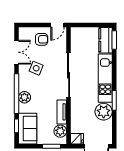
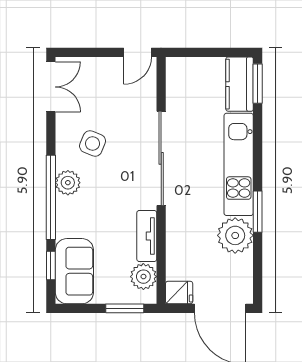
armchair: (42, 39) -> (104, 82), removed
double door: (17, 52) -> (51, 87), moved
plant: (24, 97) -> (68, 183), moved

